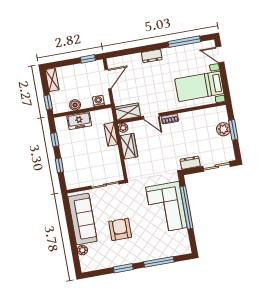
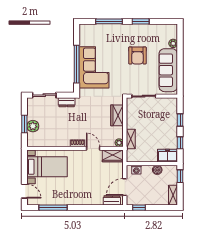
dresser: (152, 56) -> (112, 200), moved
freezer: (79, 121) -> (167, 156), moved
wardrobe: (129, 146) -> (117, 115), moved

